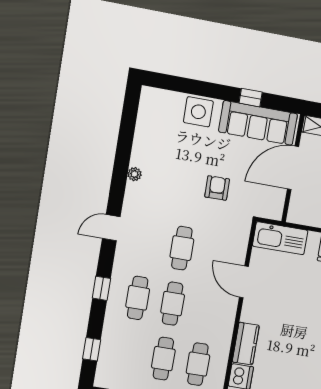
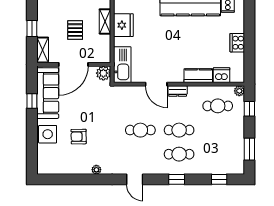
door: (293, 168) -> (73, 64), hinge flipped
armchair: (217, 188) -> (79, 137), moved
plant: (273, 209) -> (103, 73), added
door: (244, 282) -> (156, 84), hinge flipped
dresser: (229, 311) -> (178, 91), added
cafe table: (163, 359) -> (218, 130), removed

